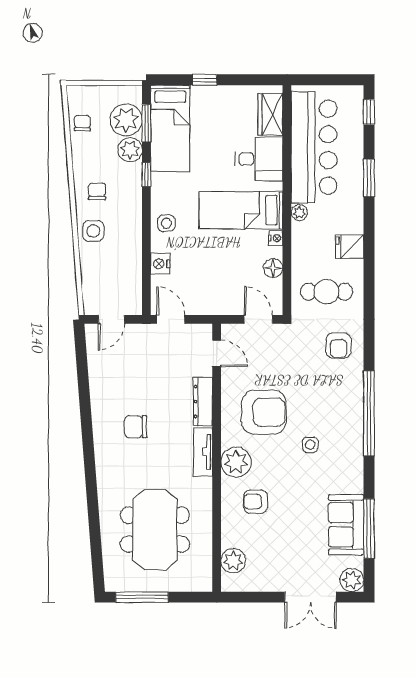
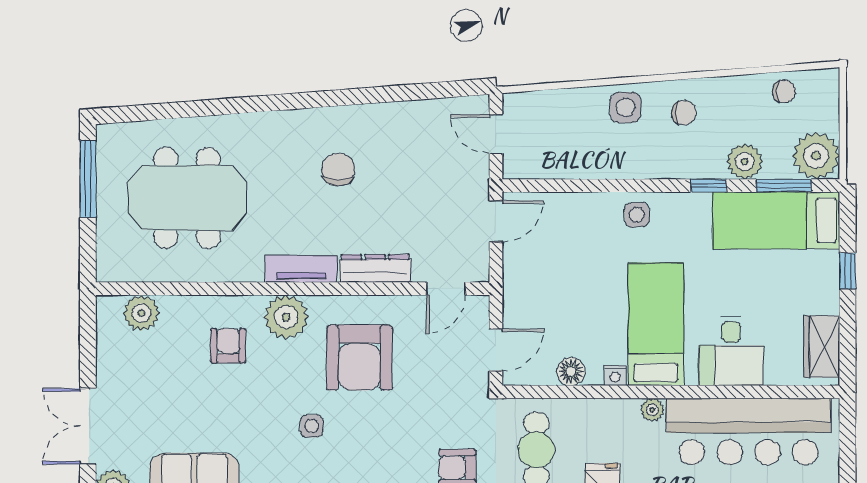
wardrobe: (271, 114) -> (822, 347), moved, turned -90
plant: (126, 120) -> (816, 156), moved
nightstand: (160, 264) -> (578, 206), removed

